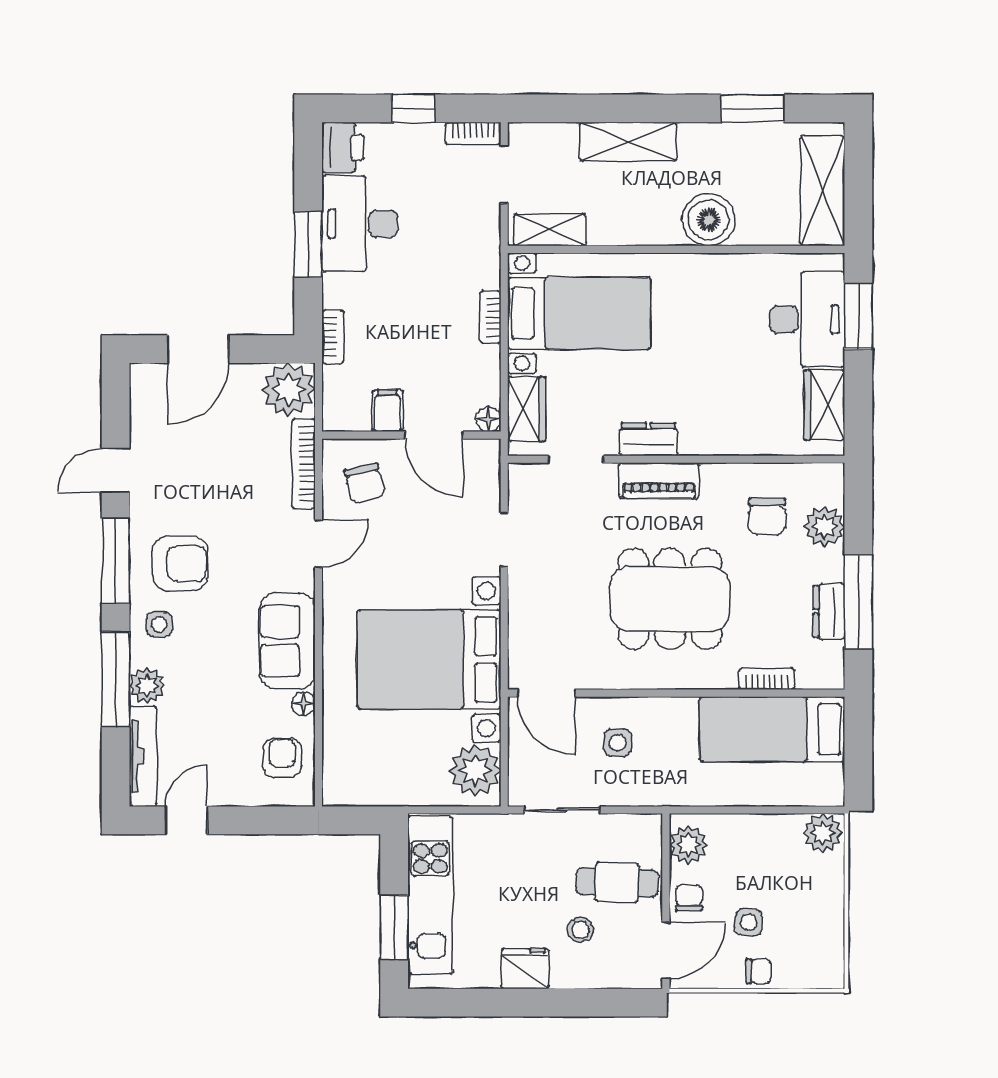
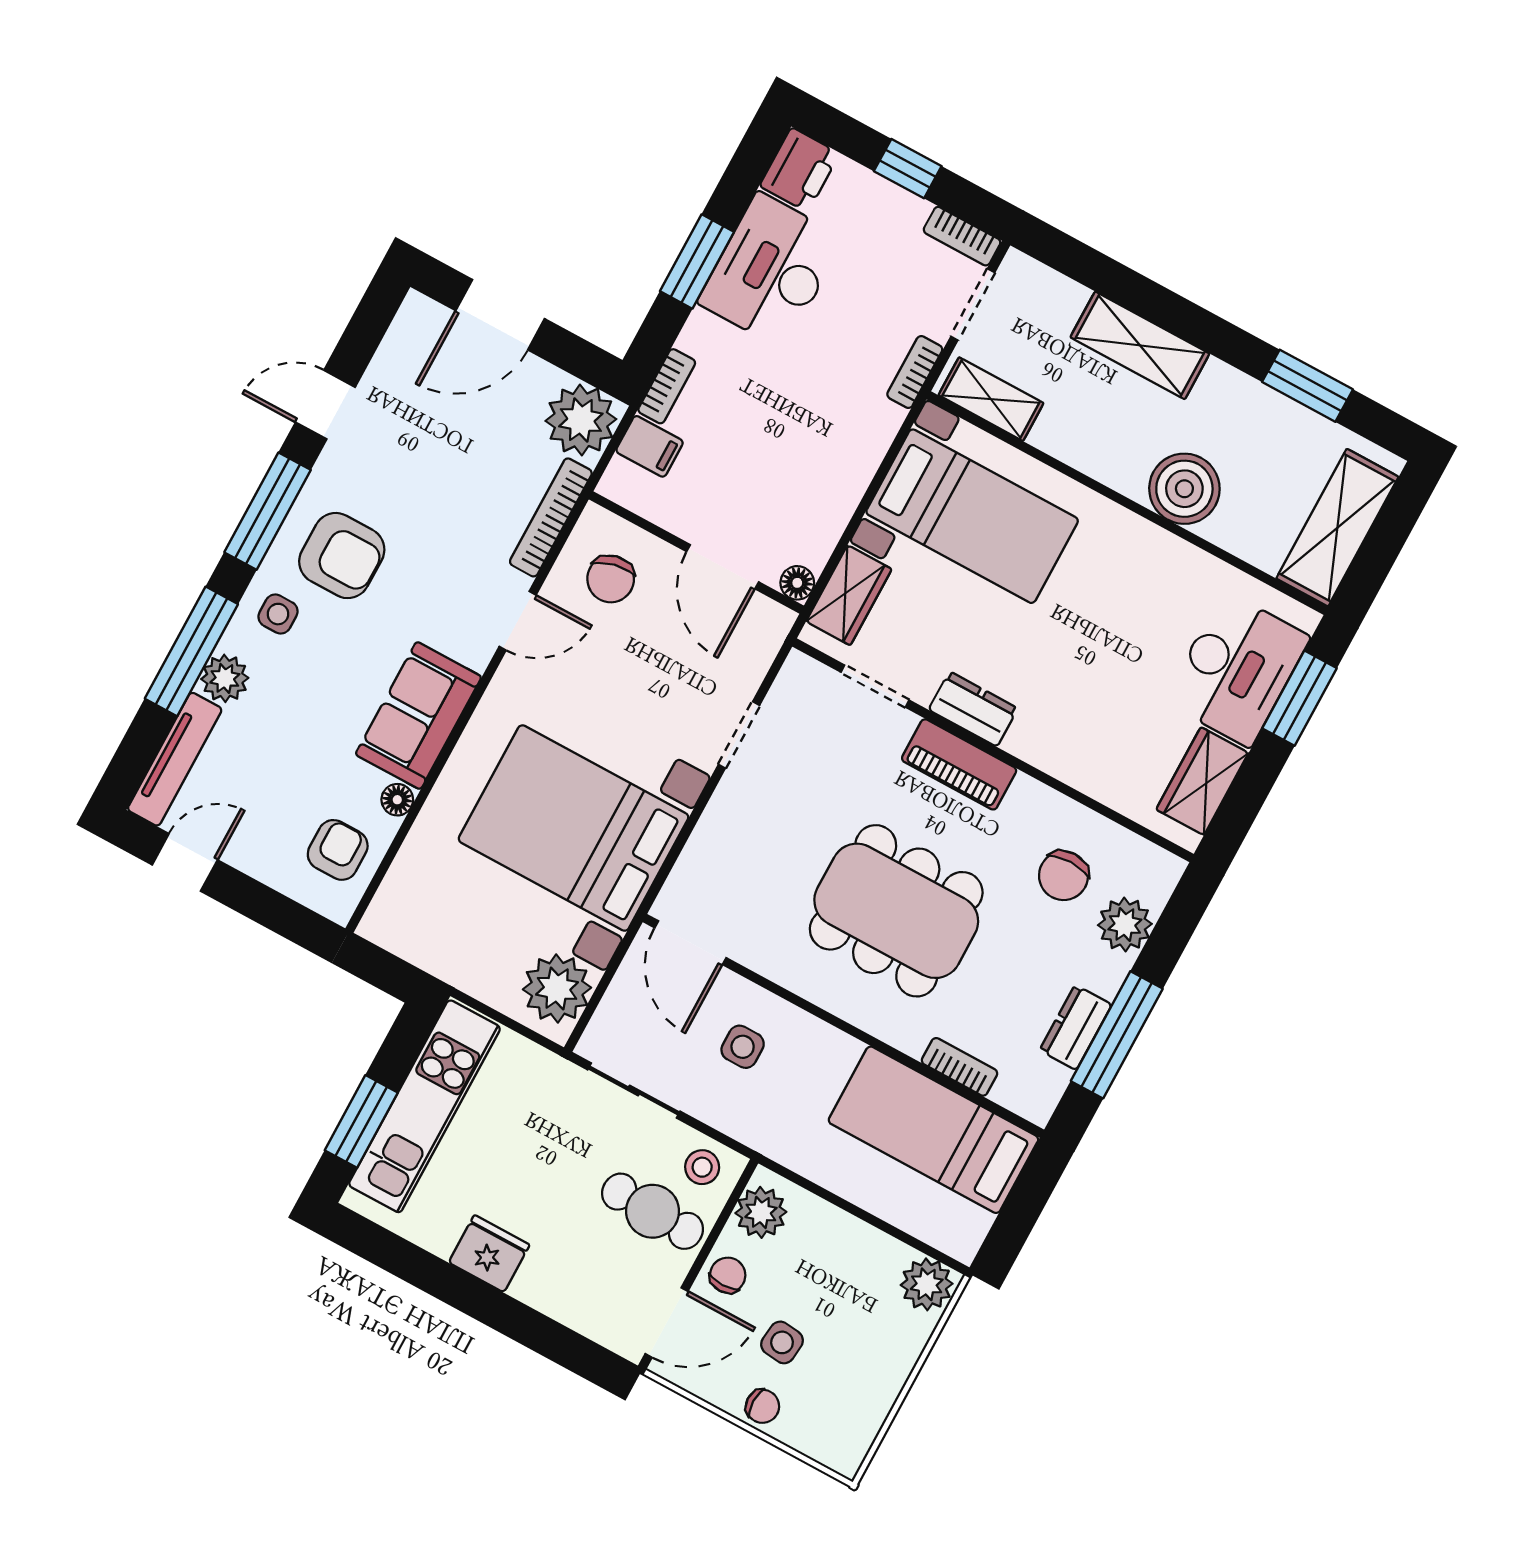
bookcase: (490, 317) -> (915, 372), moved
filing cabinet: (387, 411) -> (650, 446), moved, turned 90
stool: (580, 930) -> (702, 1167), moved

